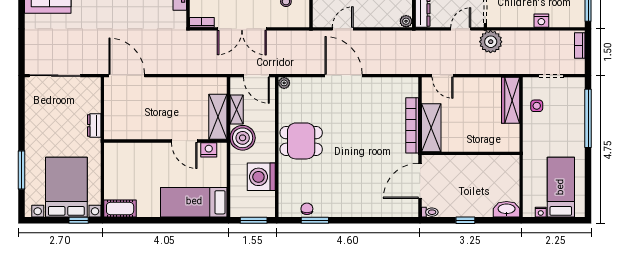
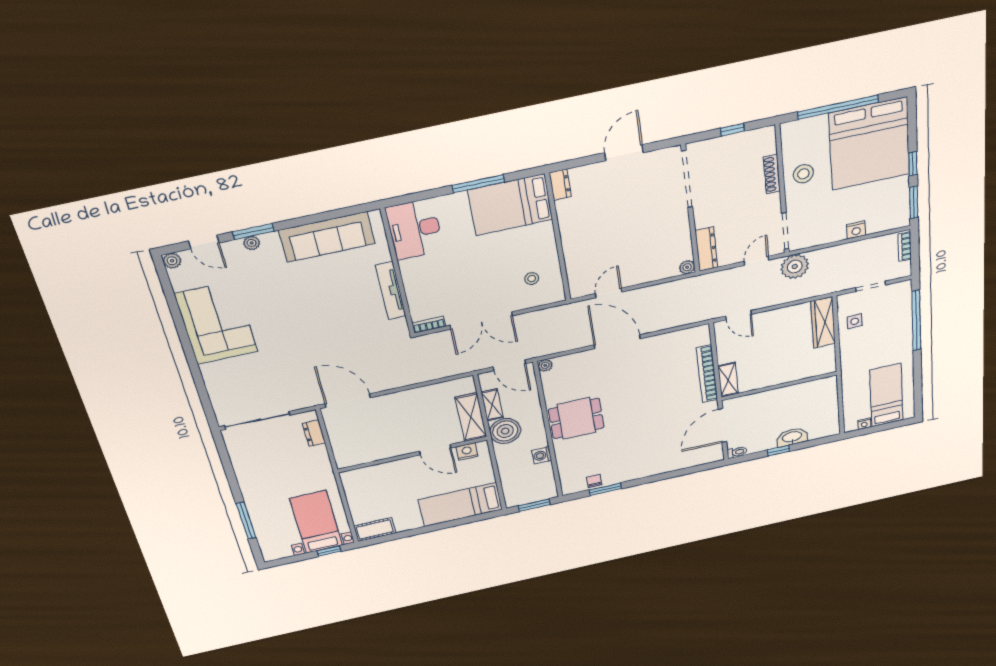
dresser: (94, 126) -> (314, 433), moved
shelving: (431, 128) -> (728, 380), width x0.67, depth x0.75
washing machine: (261, 177) -> (542, 455), width x0.53, depth x0.53
bed with nightstands: (66, 187) -> (316, 522), width x0.73
washbasin: (507, 209) -> (792, 437), moved

